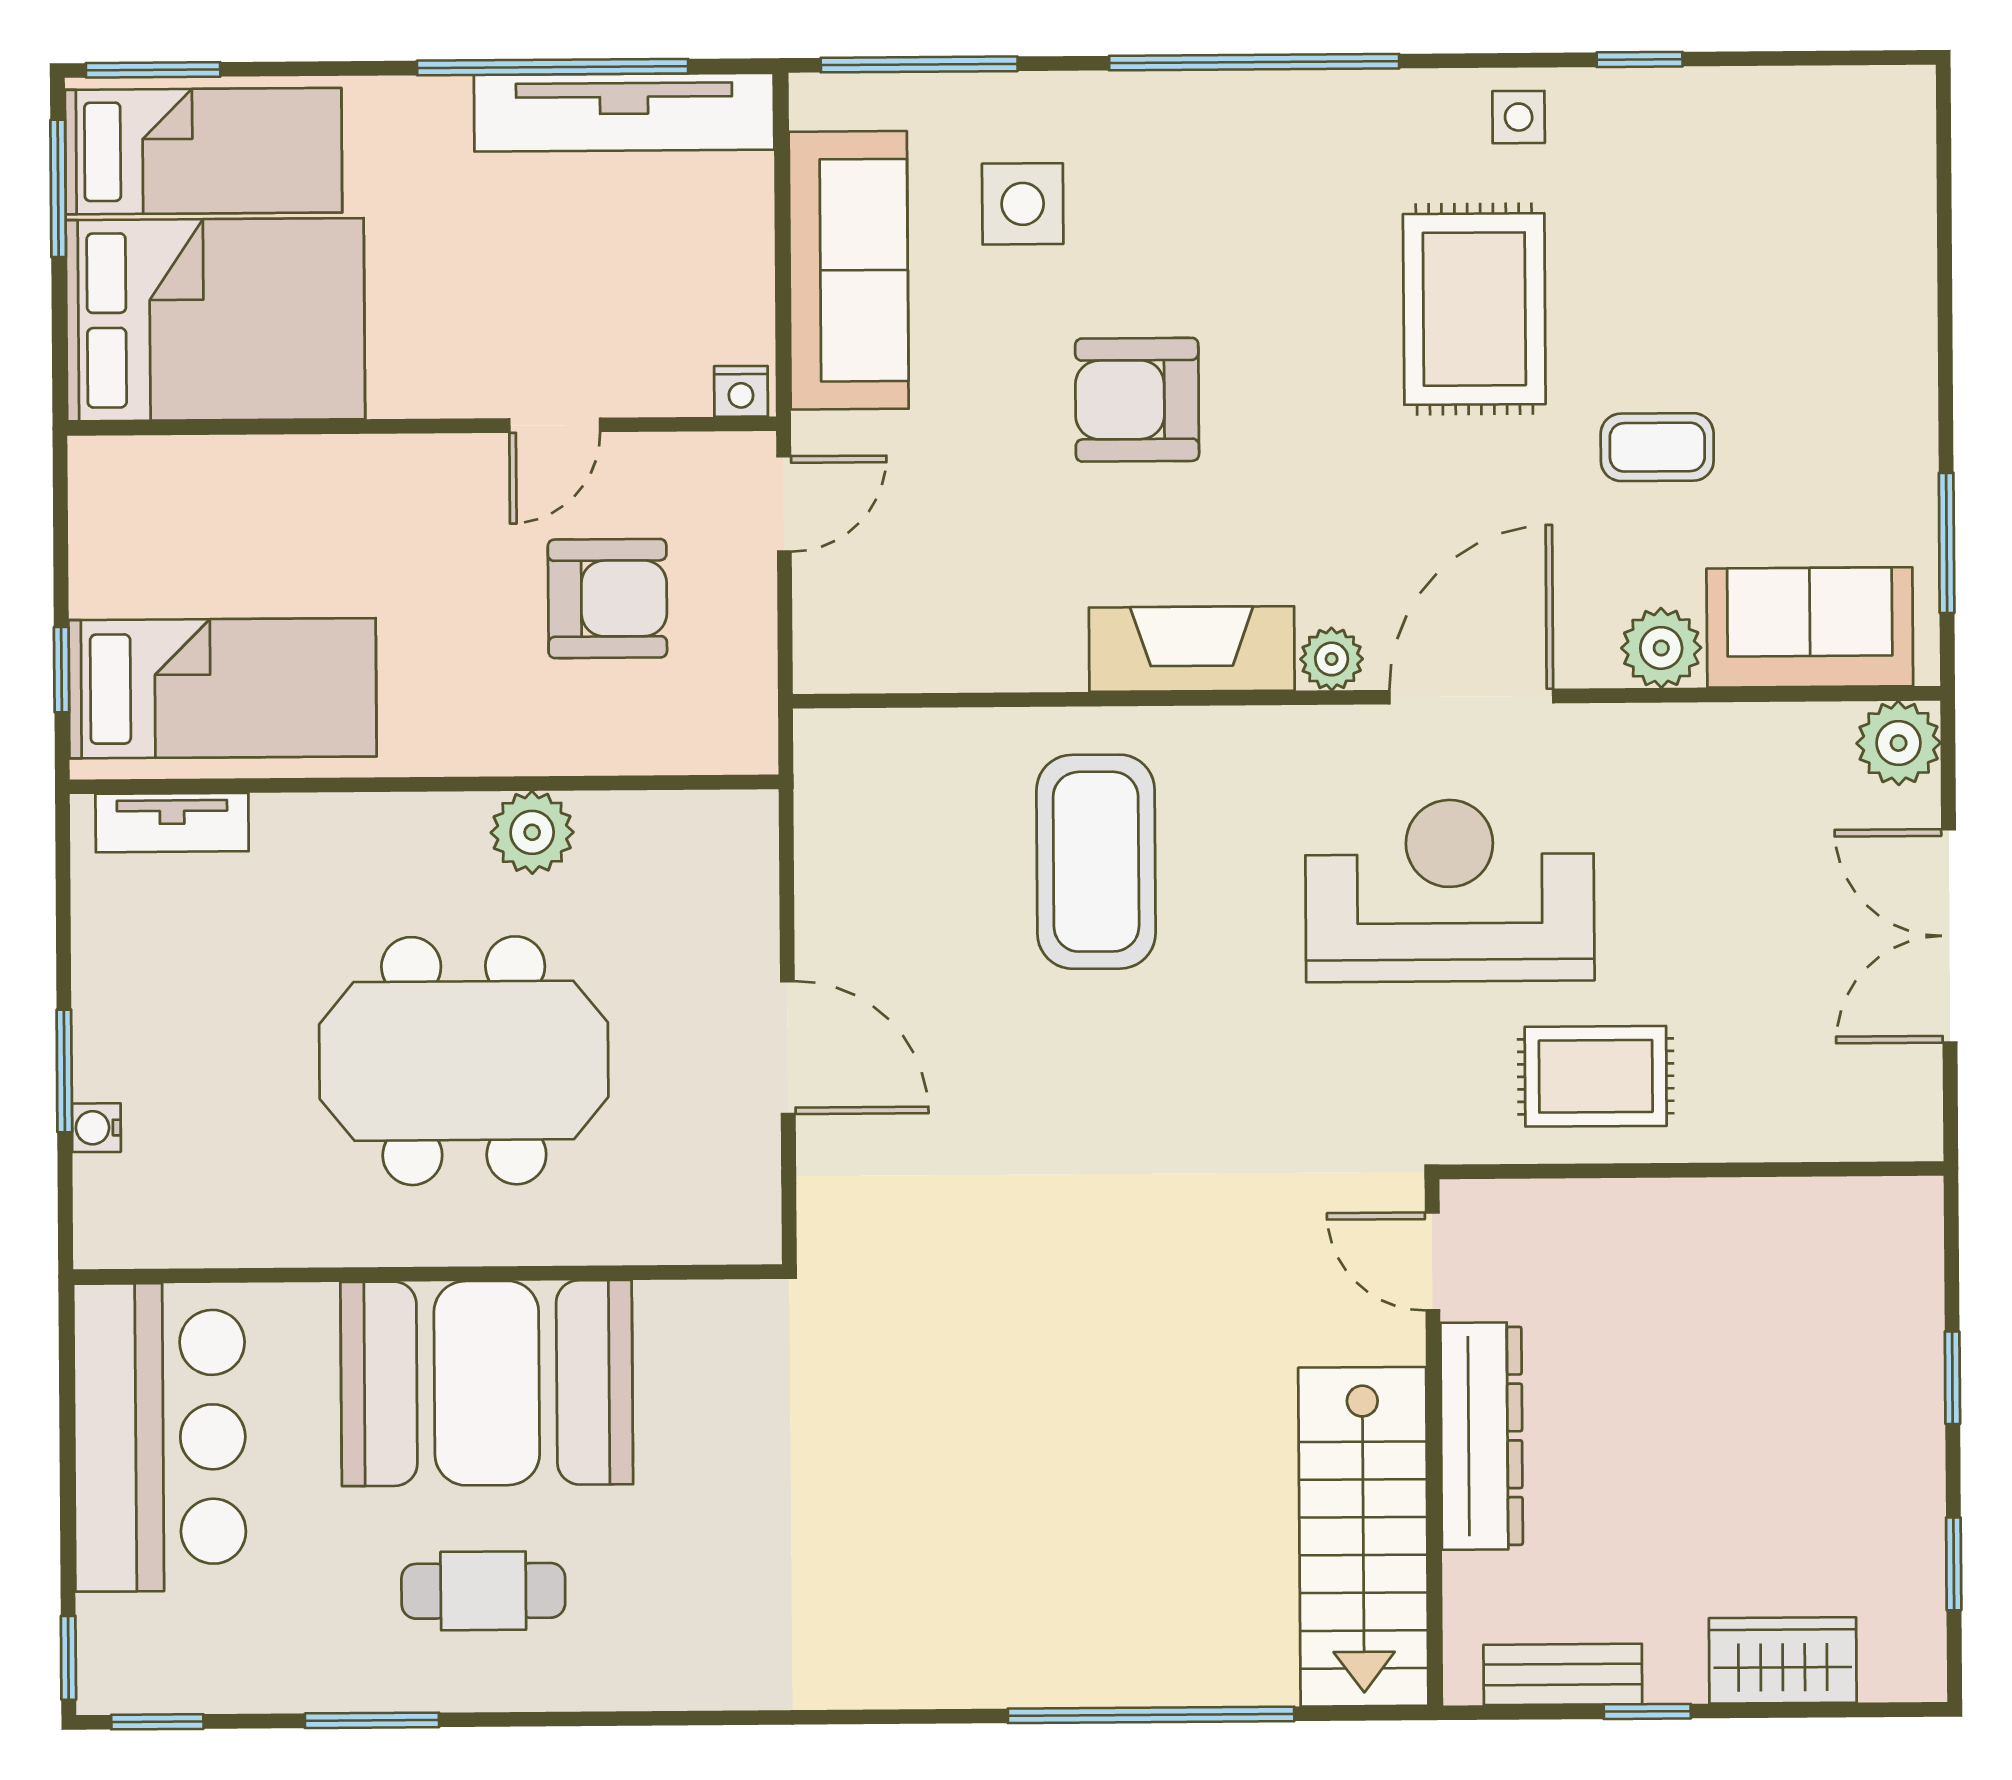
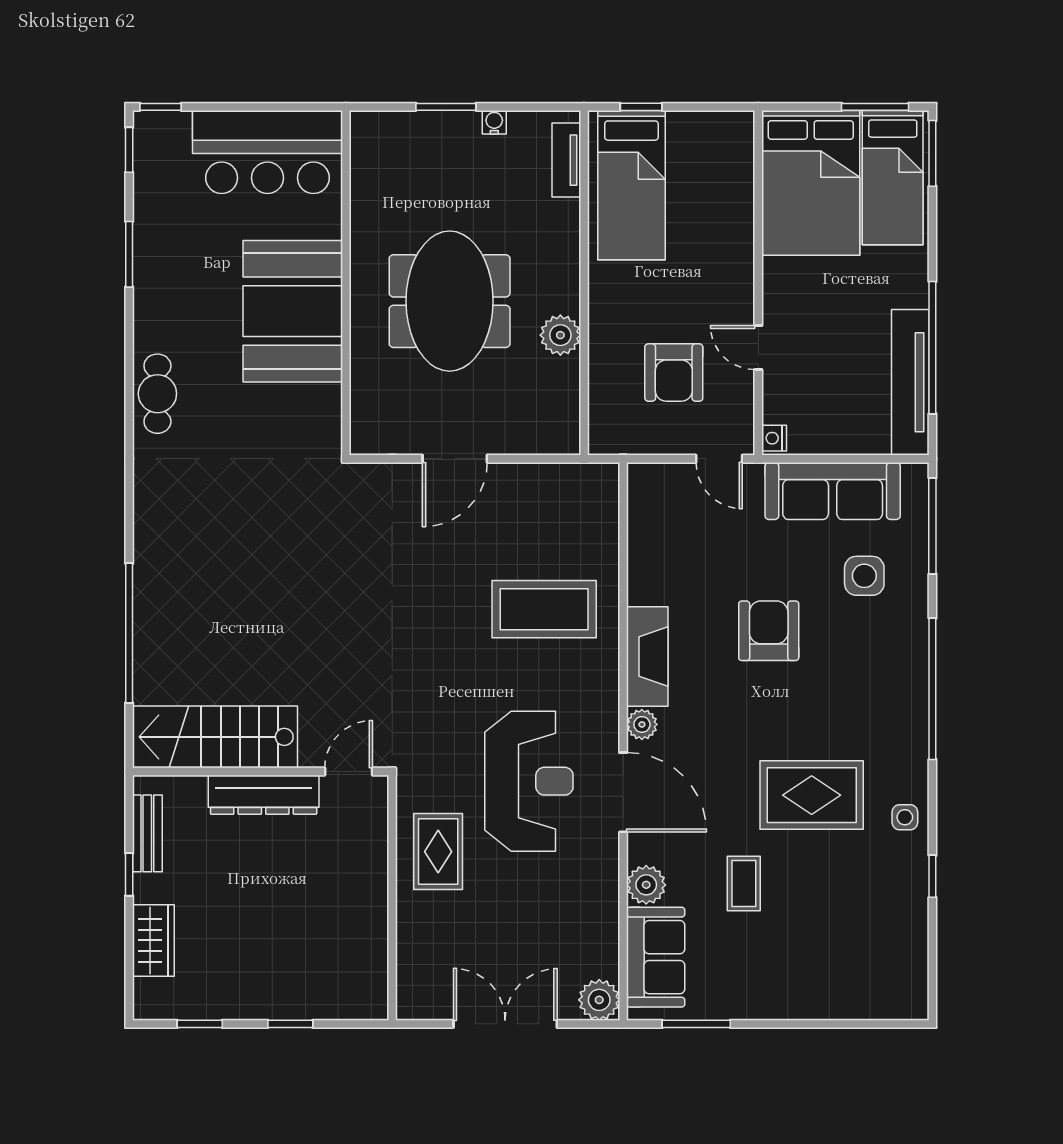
water cooler: (96, 1128) -> (494, 122), moved
cafe table: (483, 1591) -> (157, 394), moved

